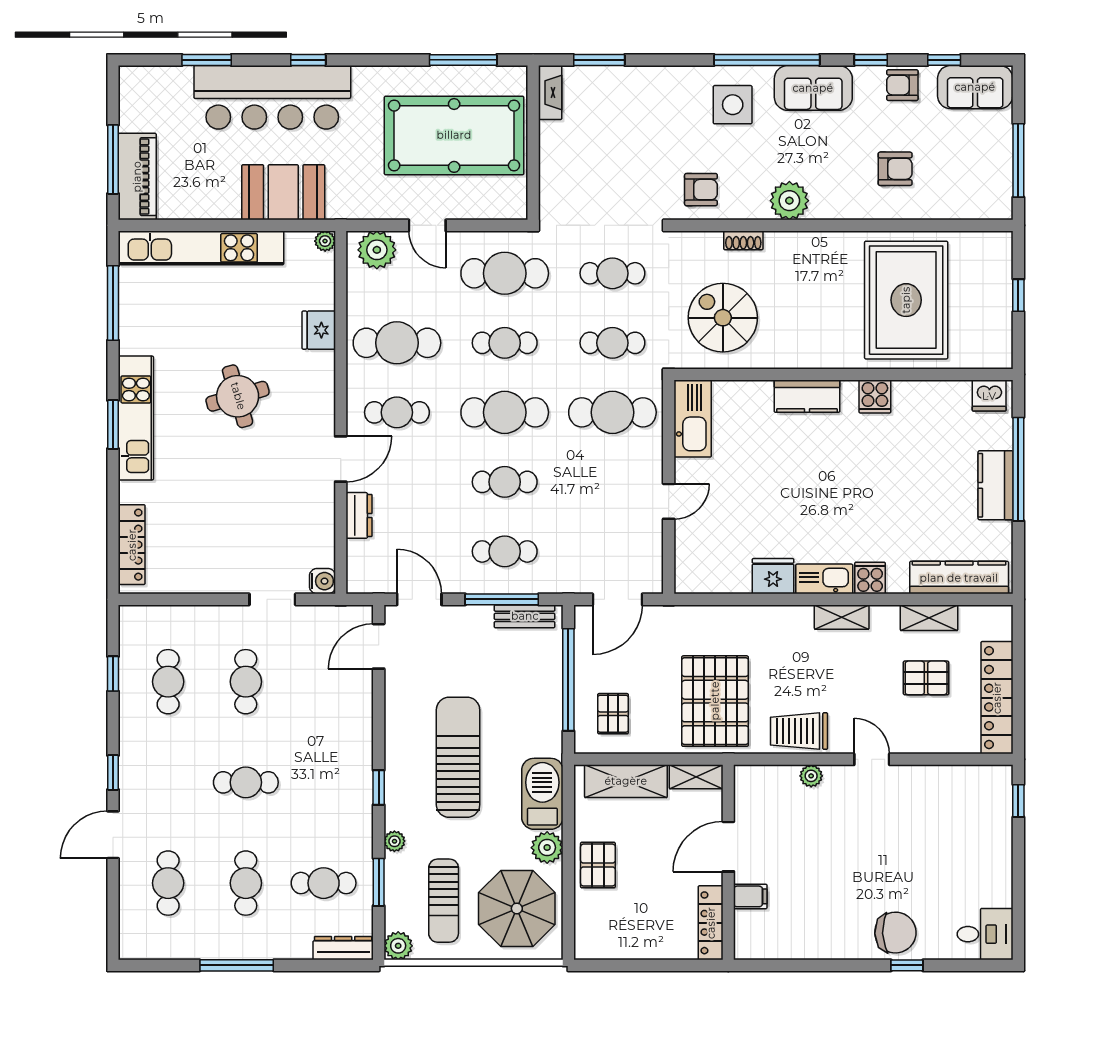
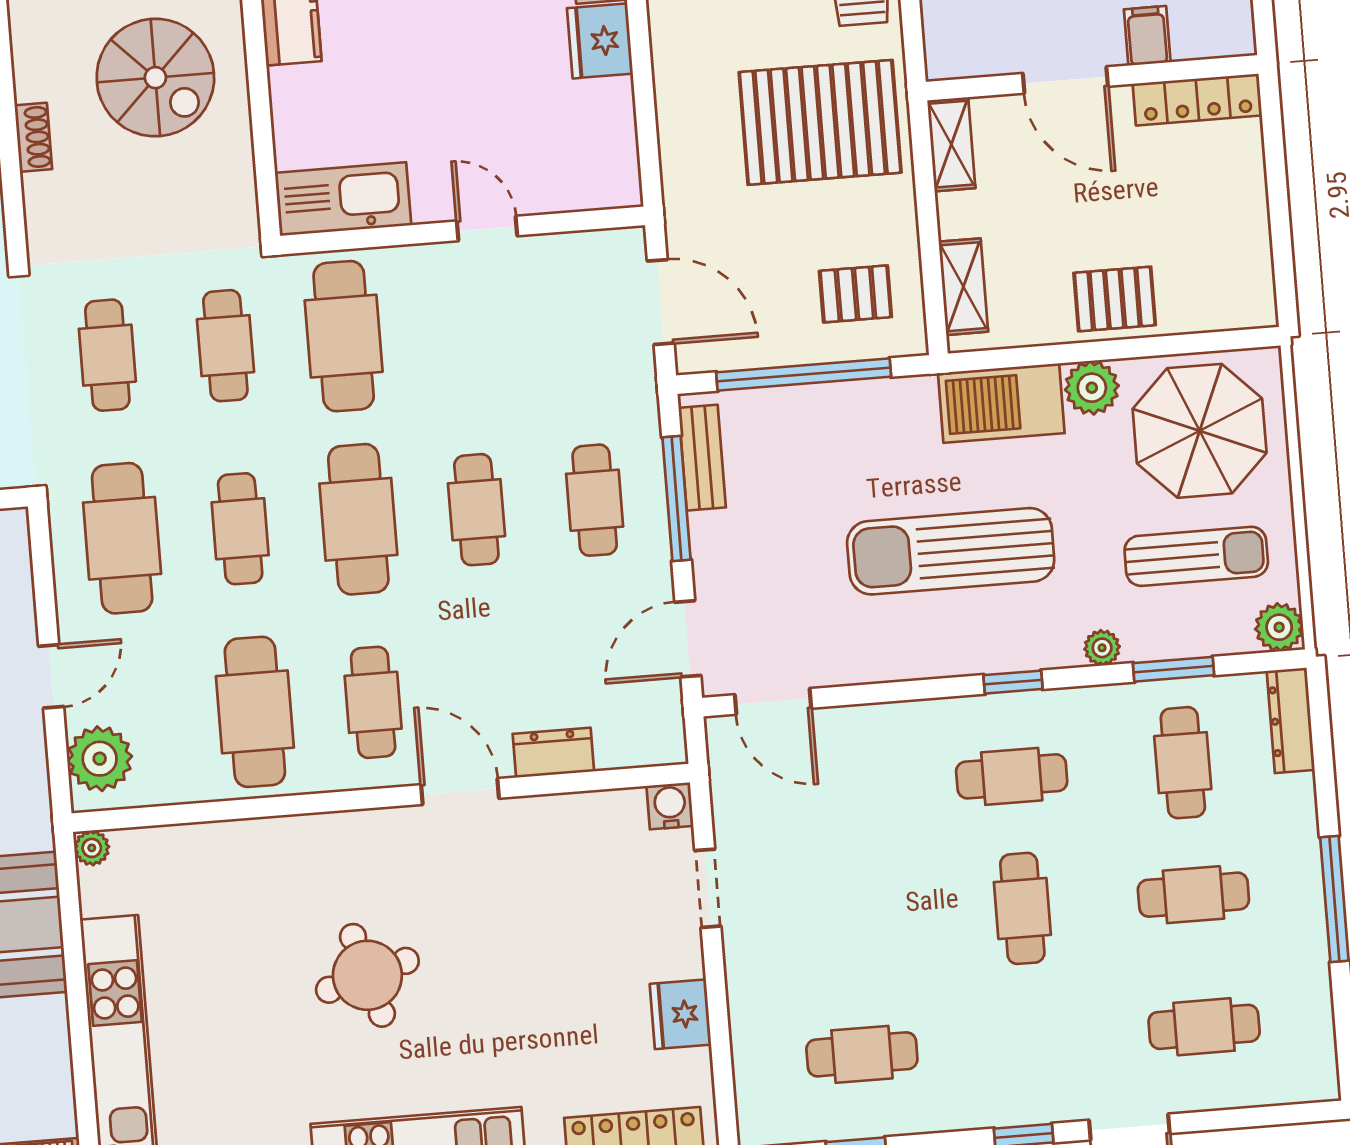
spiral stairs: (723, 318) -> (155, 78), moved, turned -90
fridge: (319, 330) -> (680, 1014), moved, turned 90
cafe table: (246, 682) -> (1012, 776), moved
shelving: (626, 781) -> (963, 287), width x0.67, depth x0.75

